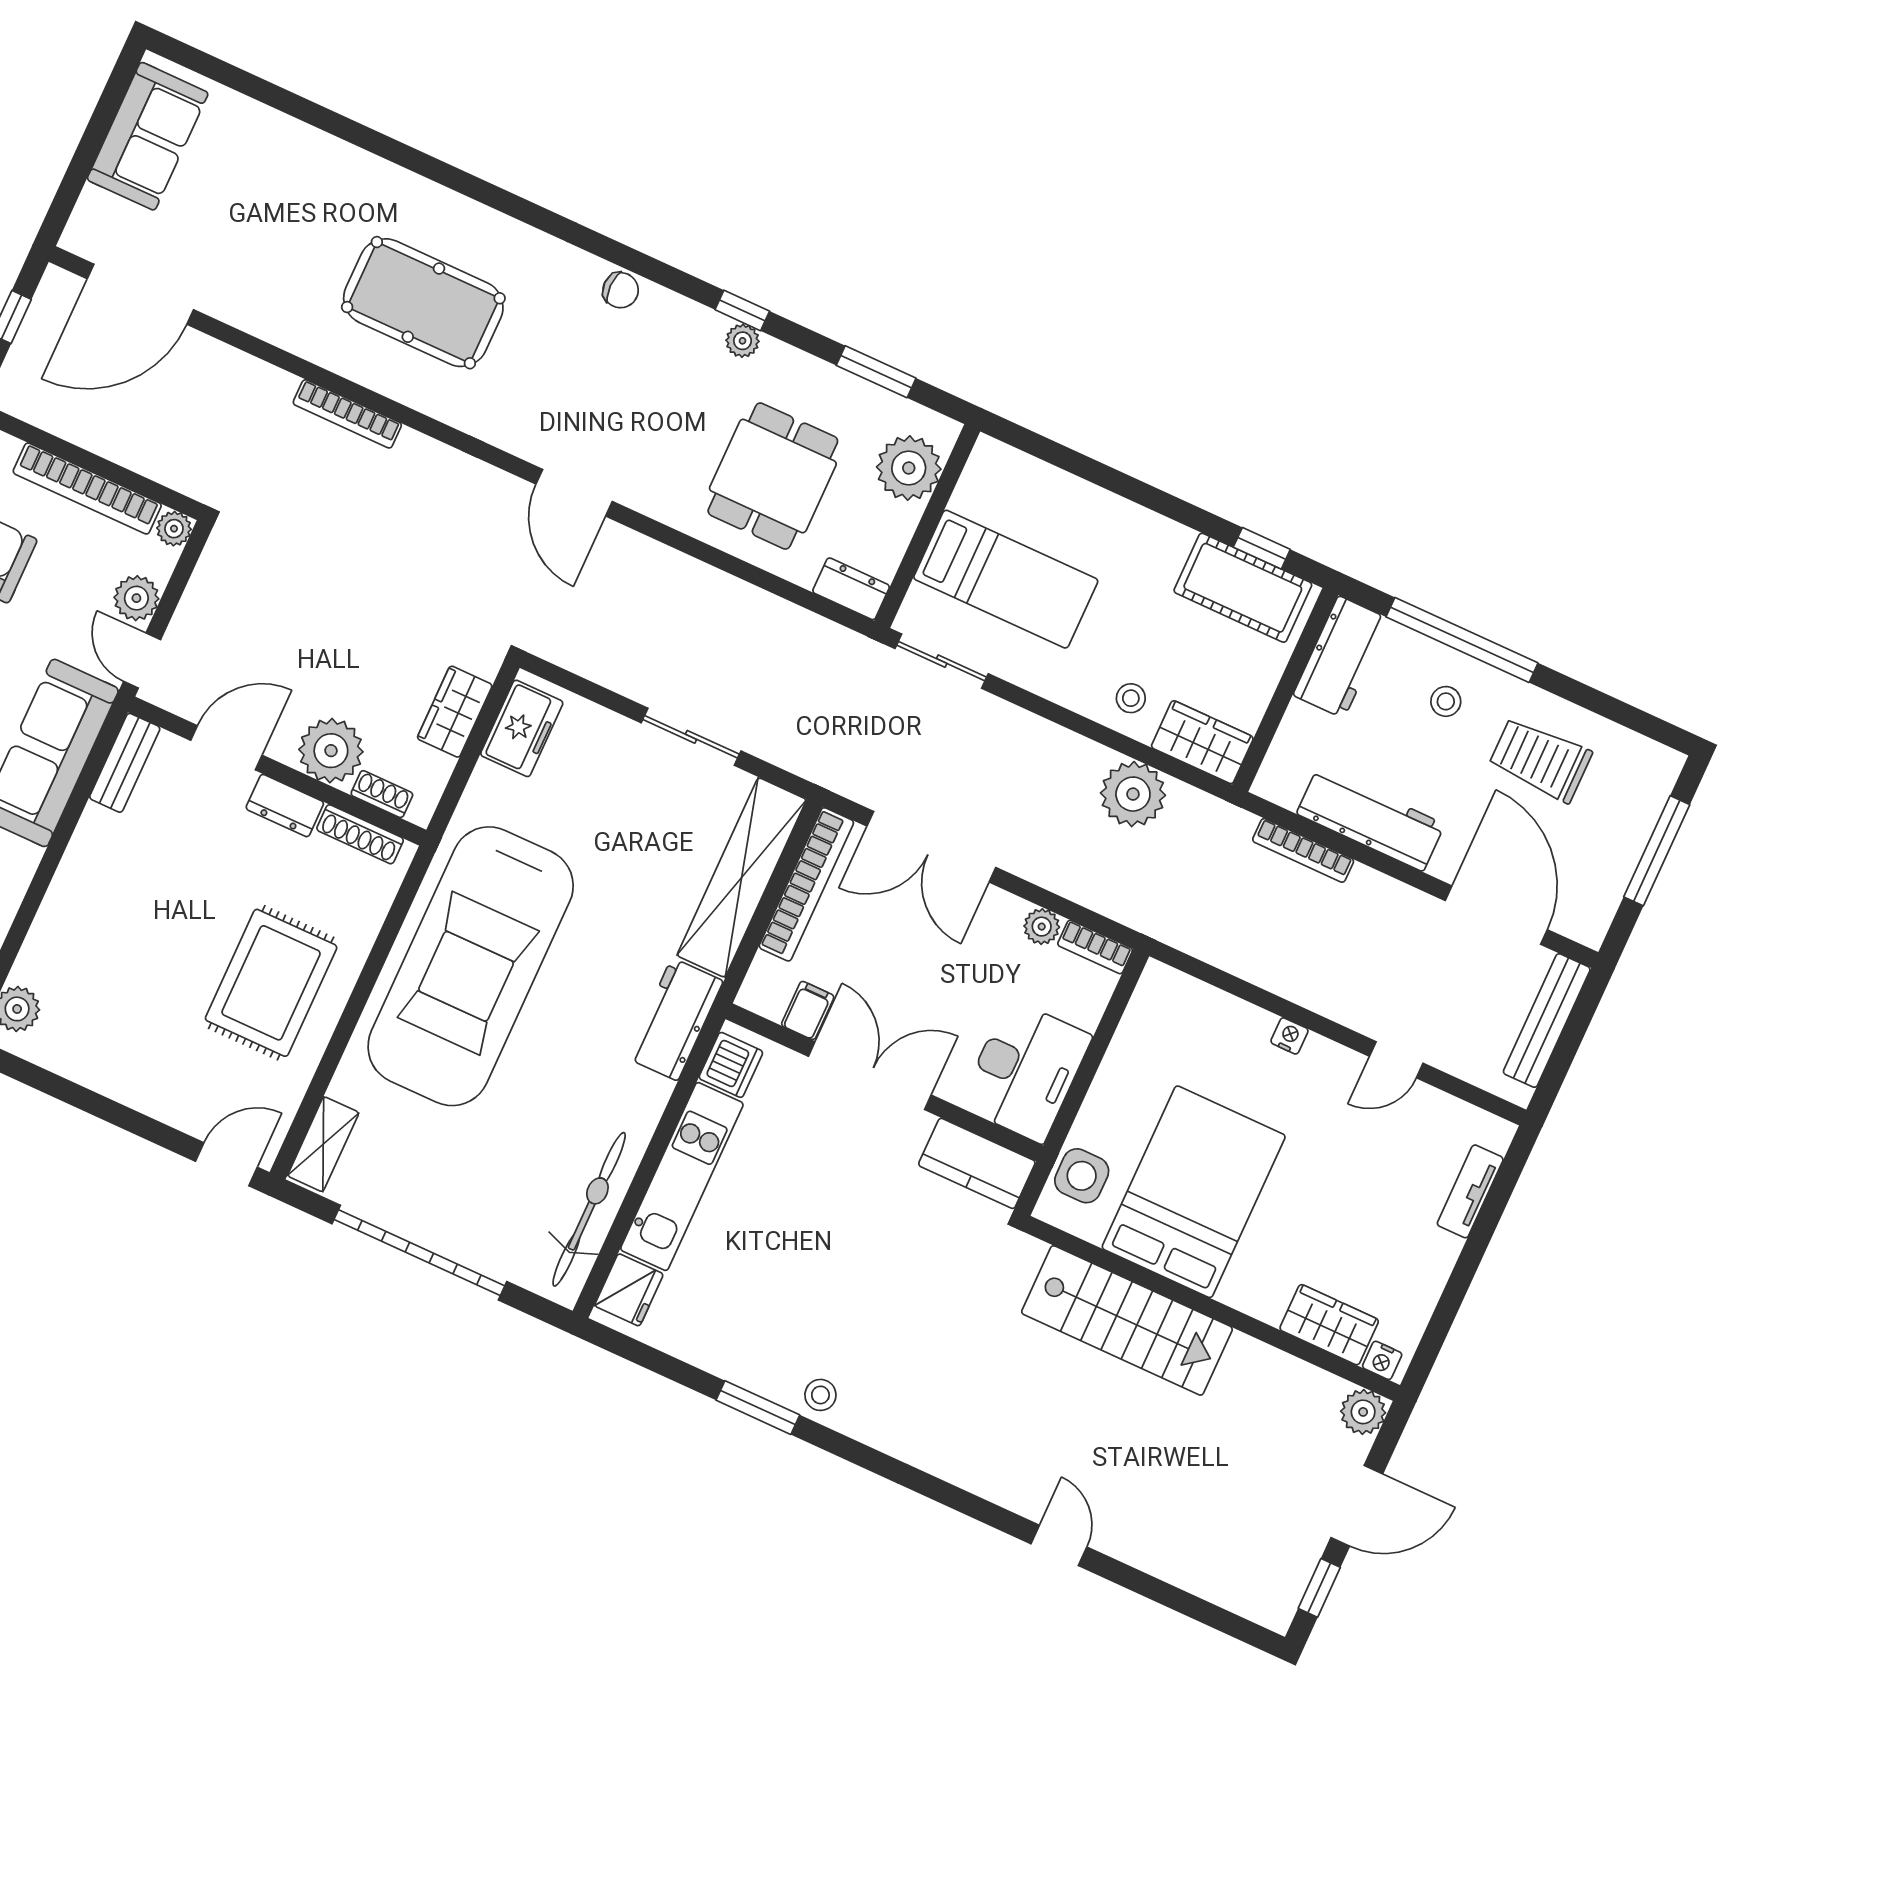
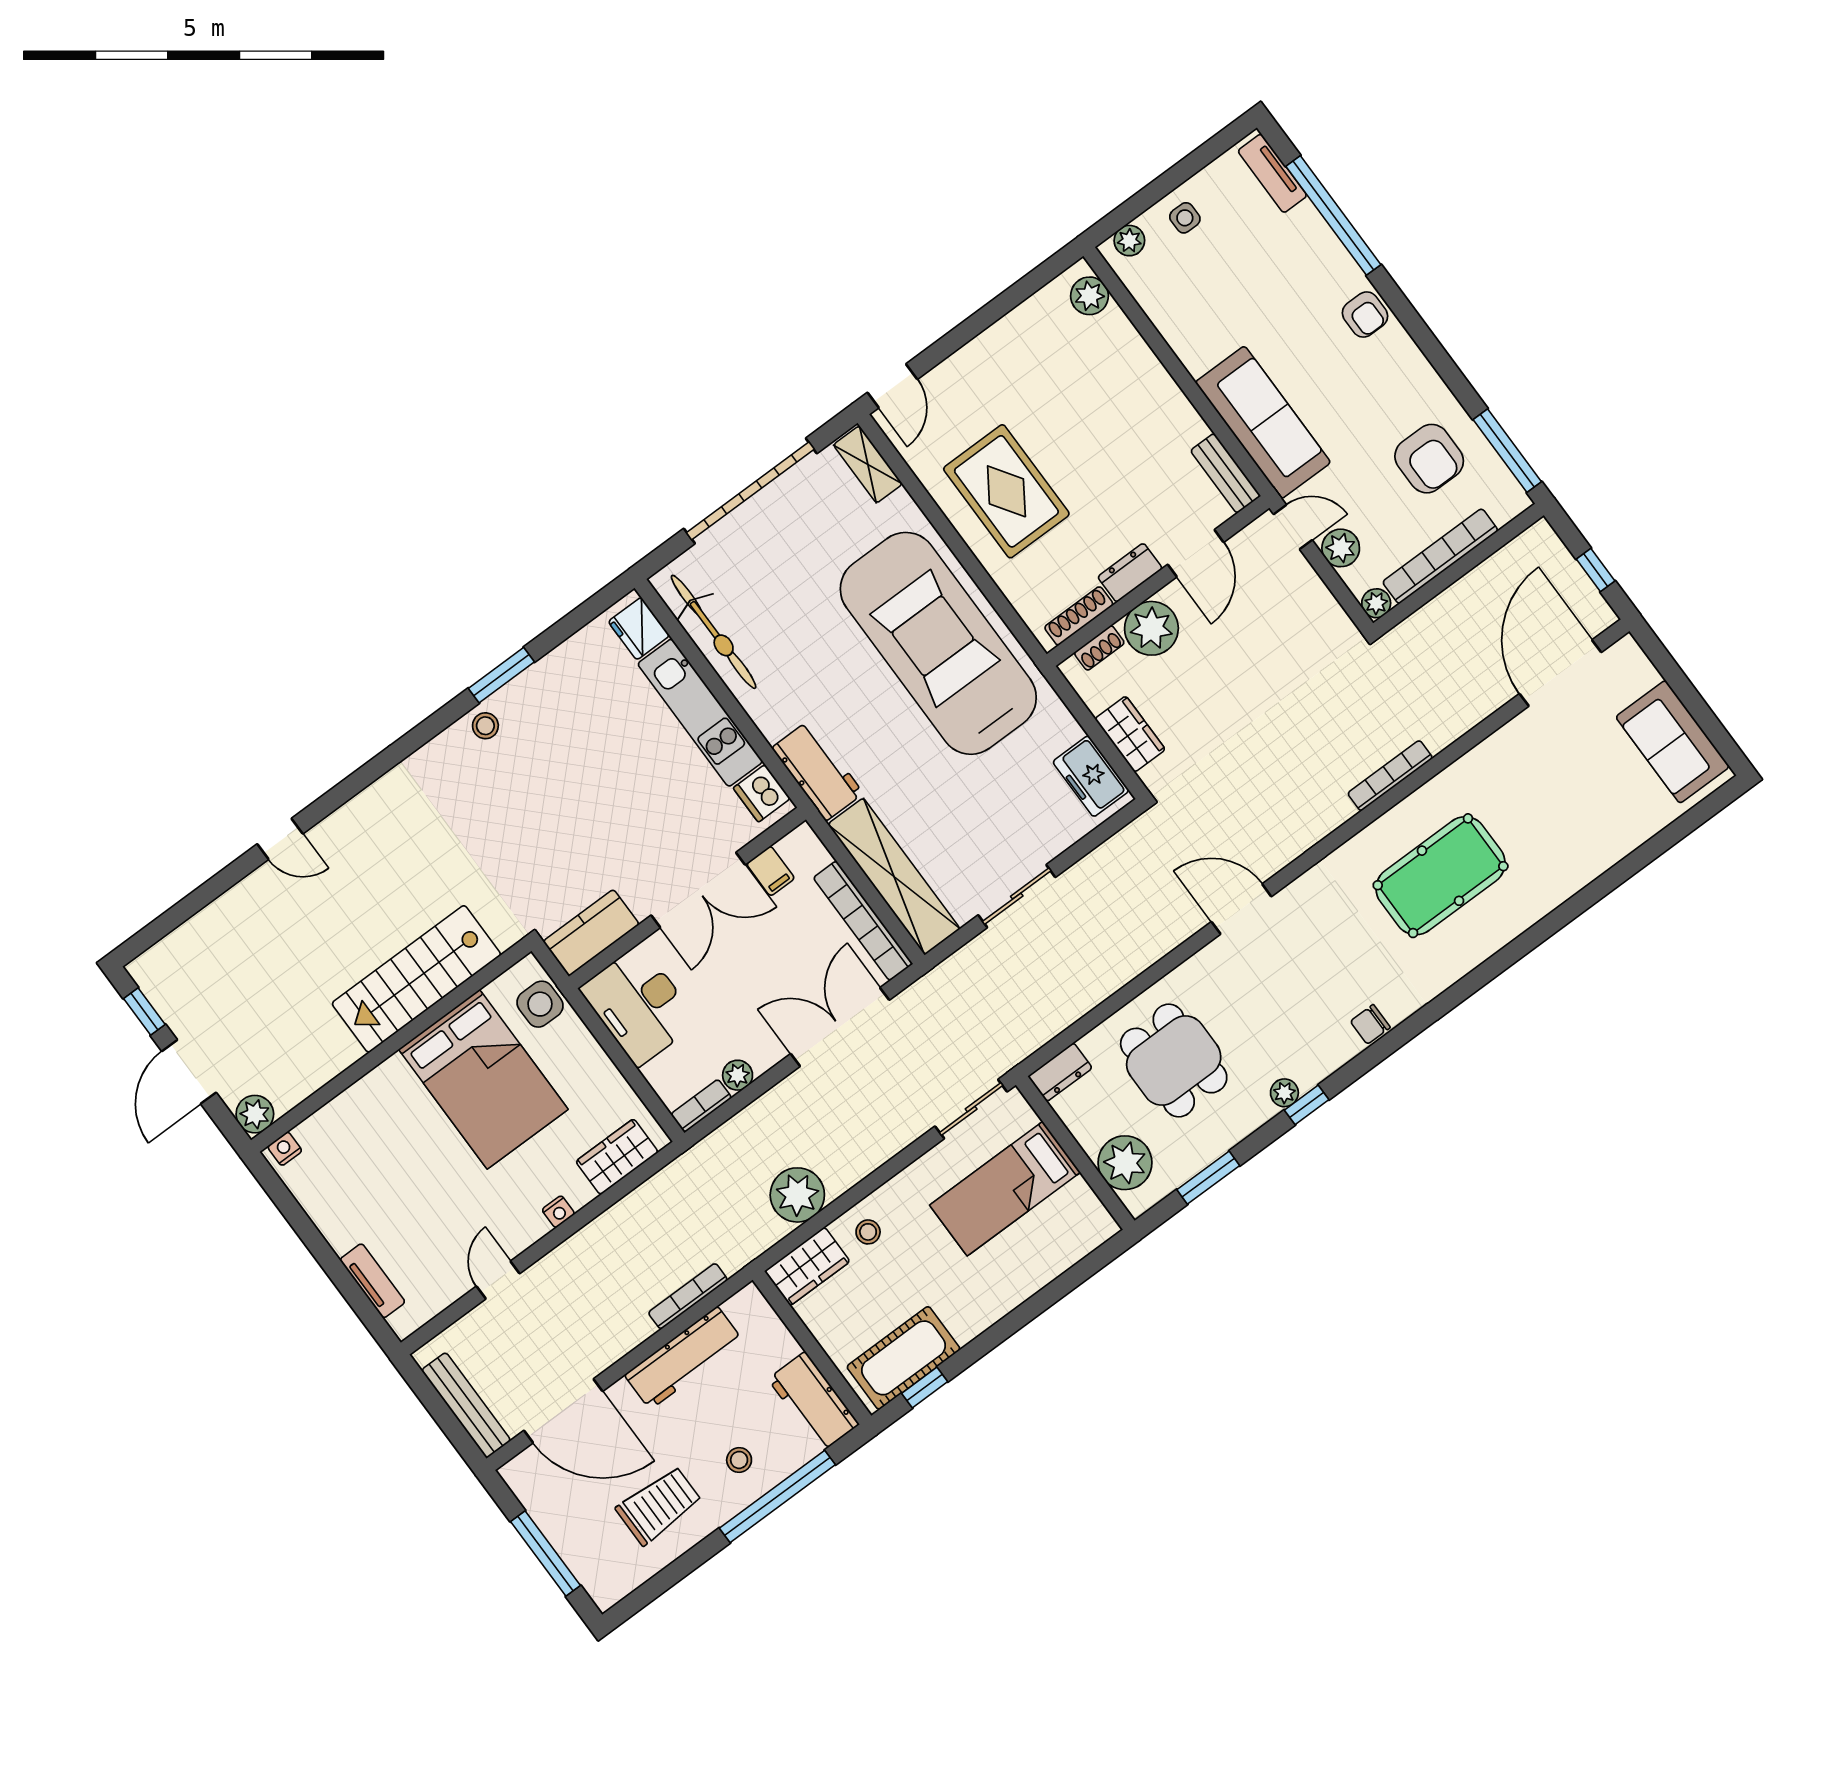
wardrobe: (1329, 1325) -> (617, 1157), moved, turned 180

